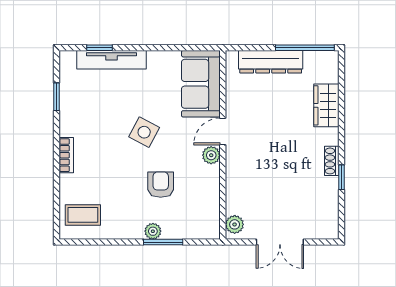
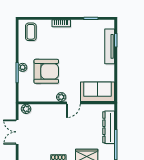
door: (223, 131) -> (73, 103), swing flipped
side table: (144, 132) -> (73, 63), removed
armchair: (161, 185) -> (46, 71), width x1.88, depth x1.88

